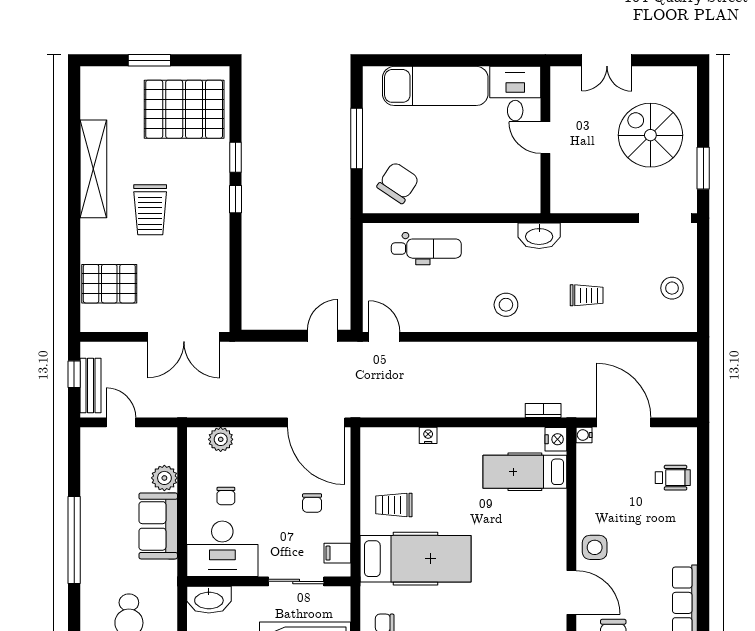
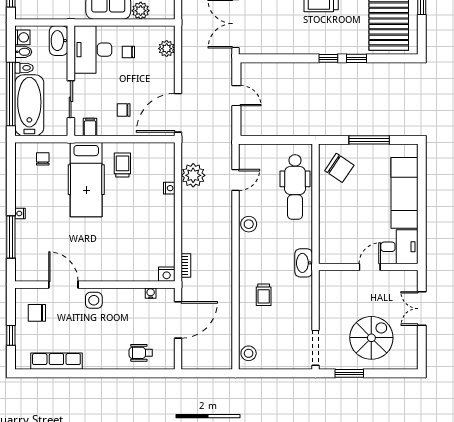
dental chair: (426, 249) -> (295, 187), width x1.36, depth x1.38
stool: (672, 288) -> (249, 353), moved
stool: (506, 305) -> (249, 224), moved
door: (323, 336) -> (236, 96), moved
door: (384, 337) -> (236, 180), moved
plant: (409, 400) -> (193, 175), added
water cooler: (584, 435) -> (151, 293), moved
hospital bed: (525, 472) -> (145, 253), removed
wheelchair: (673, 478) -> (141, 353), turned 90
door: (571, 592) -> (63, 285), swing flipped

